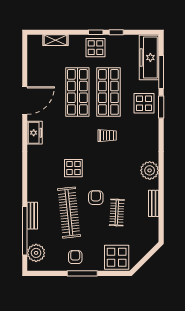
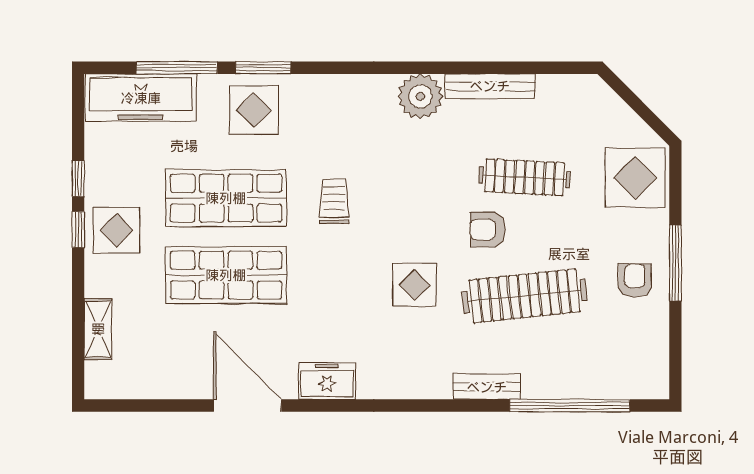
bench: (154, 203) -> (490, 86), width x1.36
clothes rail: (117, 213) -> (525, 177), width x1.36
bench: (32, 216) -> (487, 387), moved
plant: (36, 253) -> (625, 377), removed
armchair: (75, 257) -> (635, 280), turned 90

